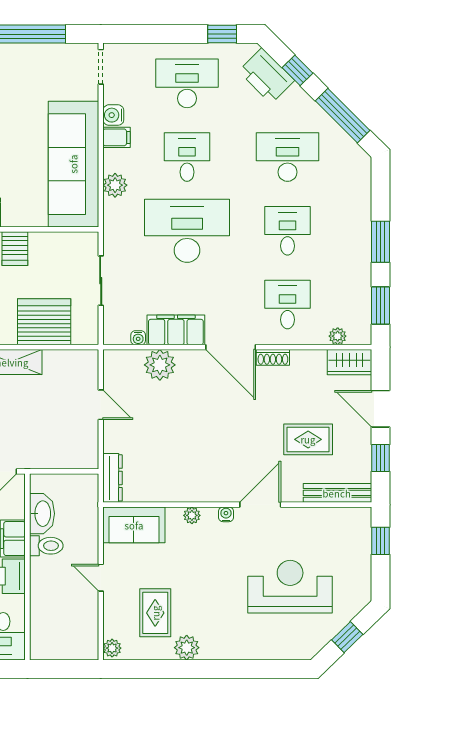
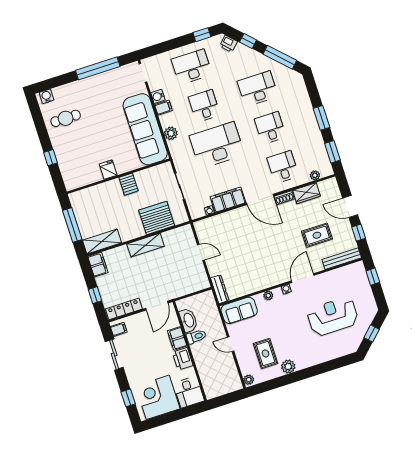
printer: (267, 76) -> (228, 44), width x0.53, depth x0.68
wardrobe: (349, 362) -> (307, 193), moved
plant: (160, 365) -> (225, 221), removed

